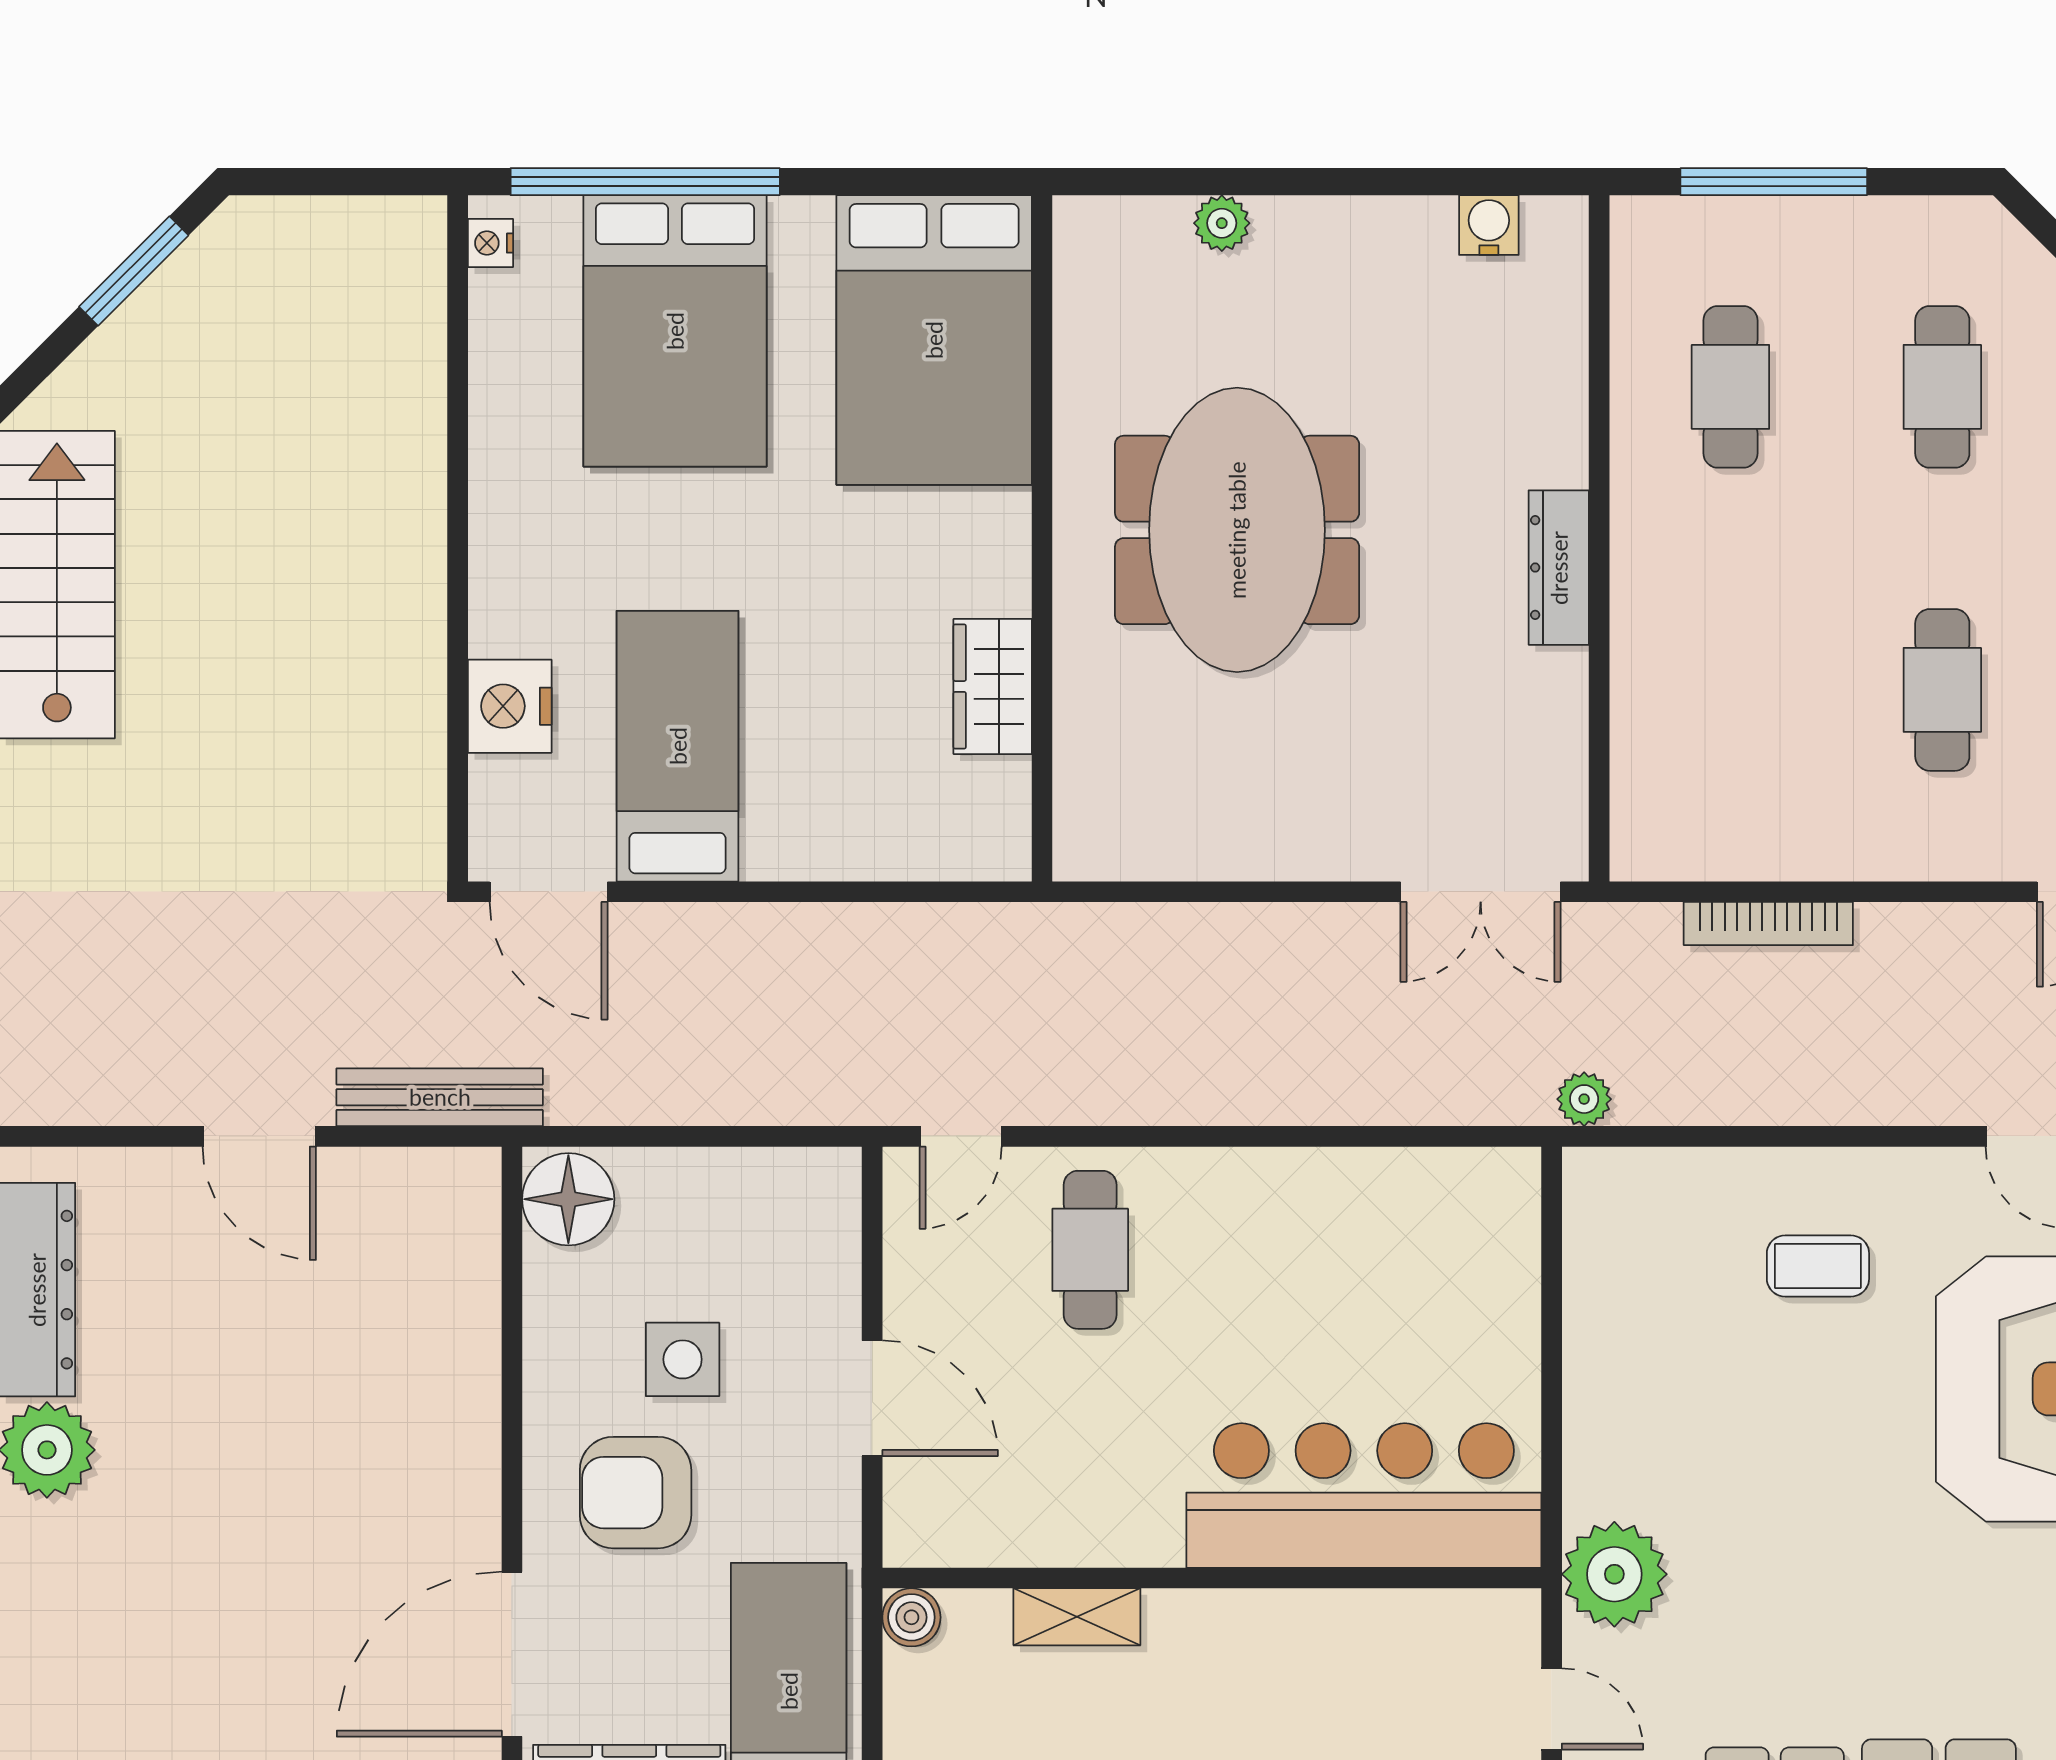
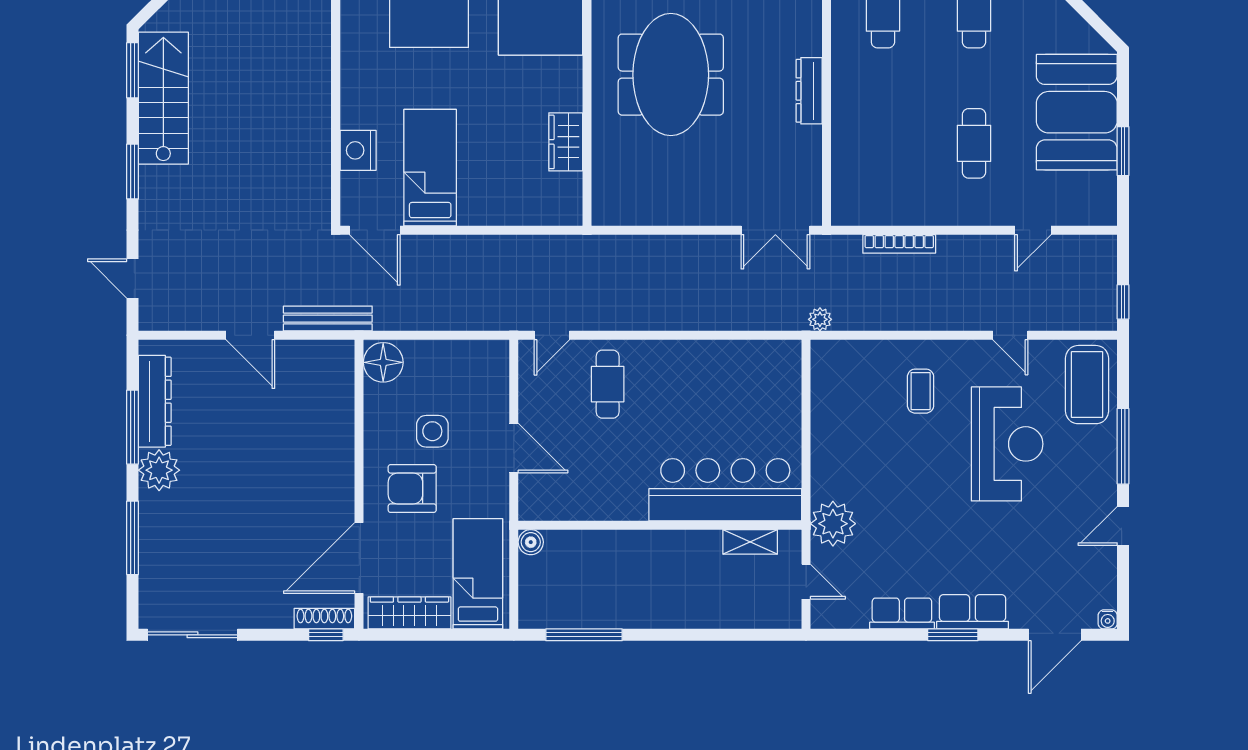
coffee table: (1818, 1266) -> (921, 391), turned 90
shelving: (1077, 1617) -> (750, 542), moved

